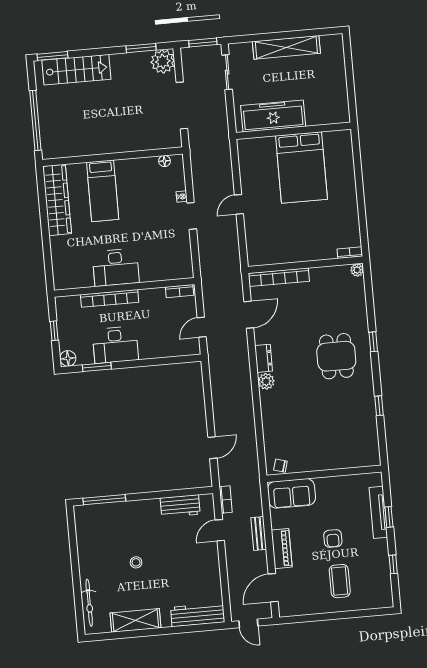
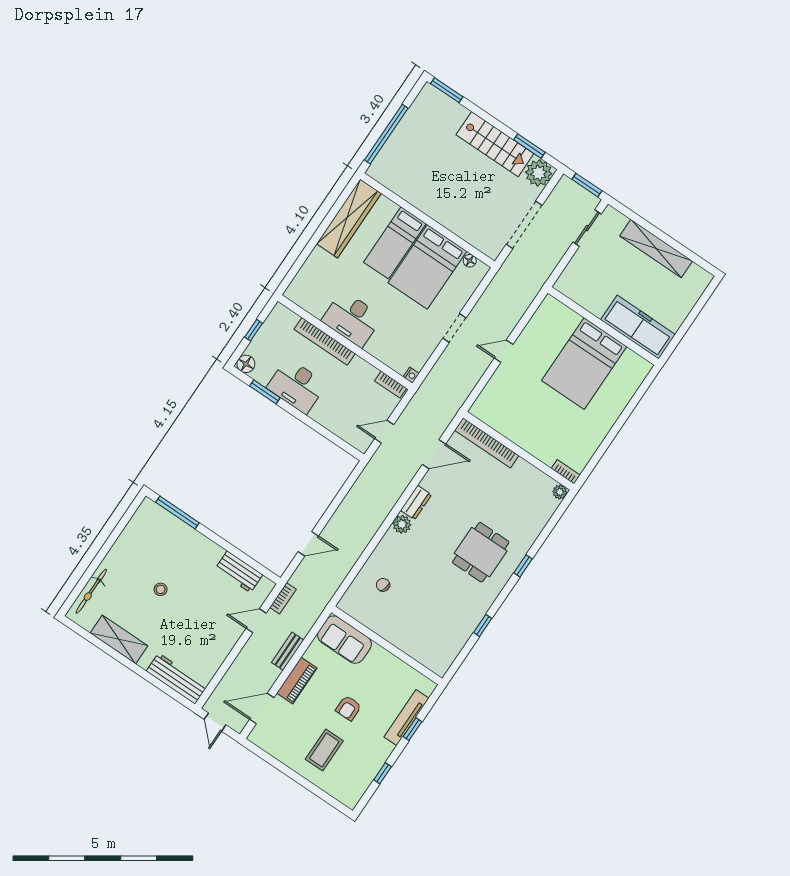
stairs: (76, 70) -> (495, 144), moved
freezer: (273, 116) -> (638, 327), moved
bed: (139, 189) -> (427, 267), added
nightstand: (182, 196) -> (411, 375), moved
chair: (280, 466) -> (383, 585), moved

